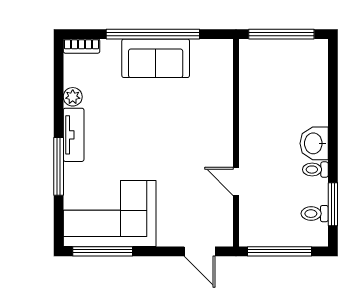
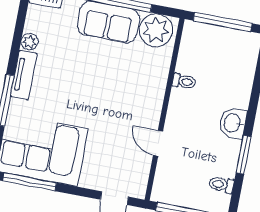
plant: (210, 57) -> (156, 30), added
toilet: (315, 170) -> (184, 81), moved, turned 180
window: (333, 204) -> (244, 155), moved

